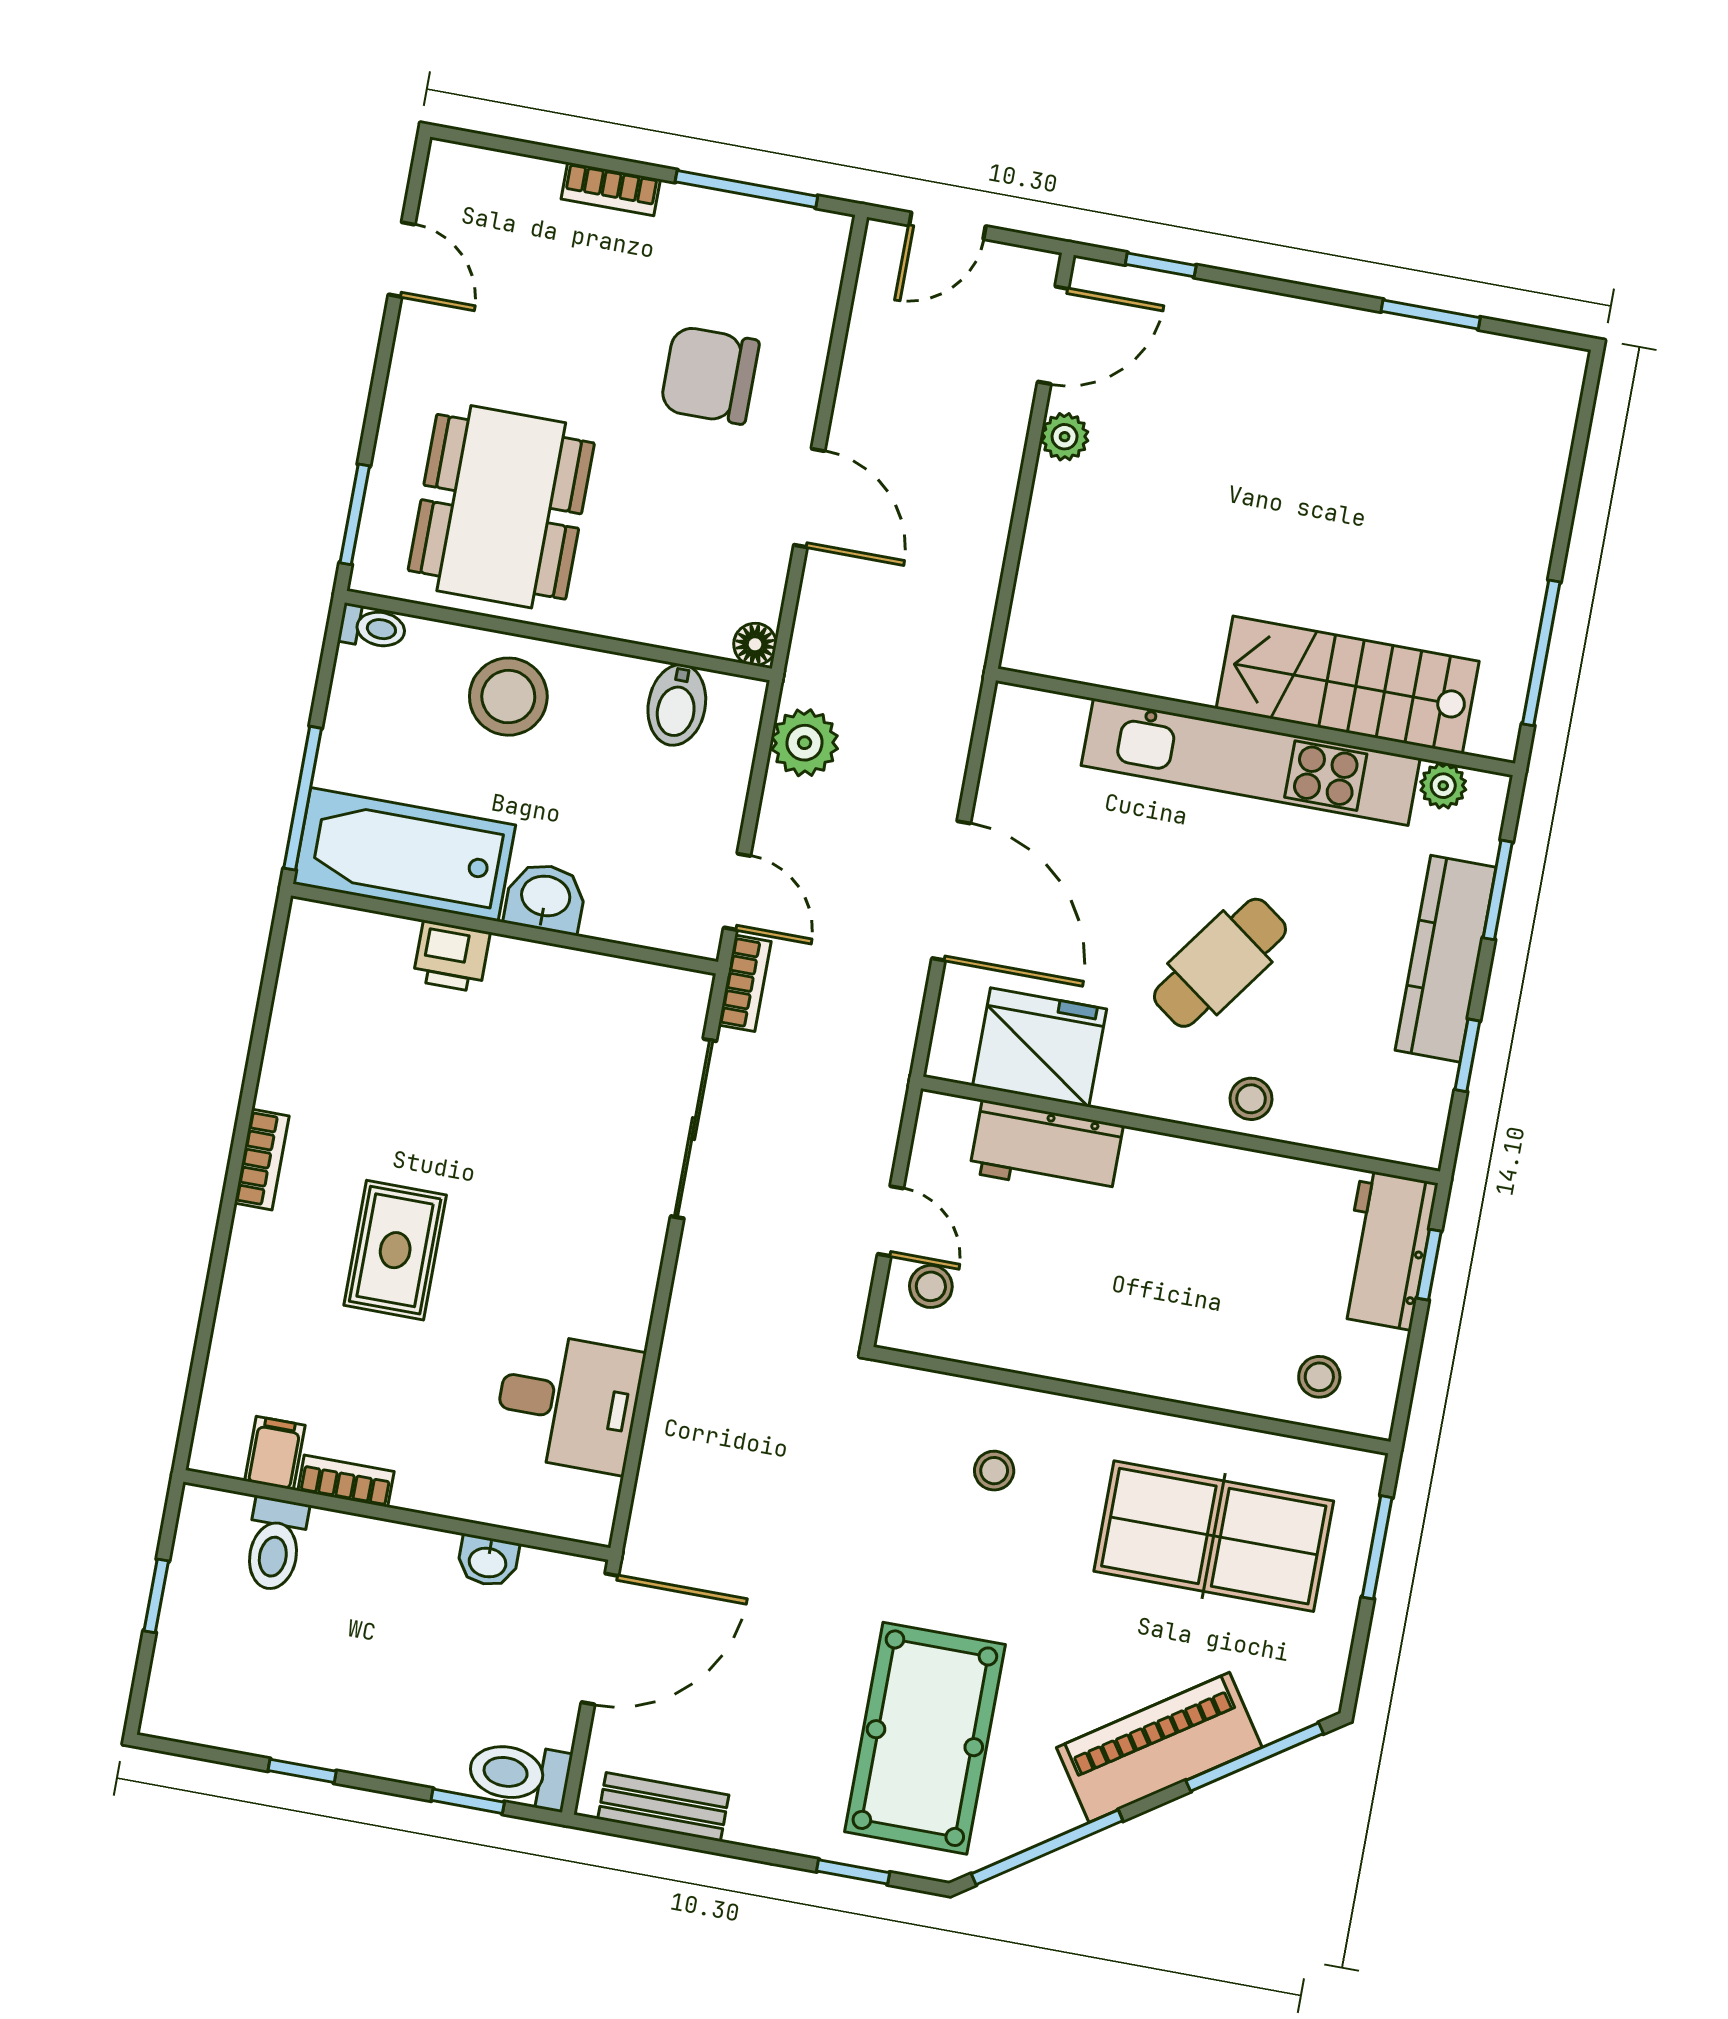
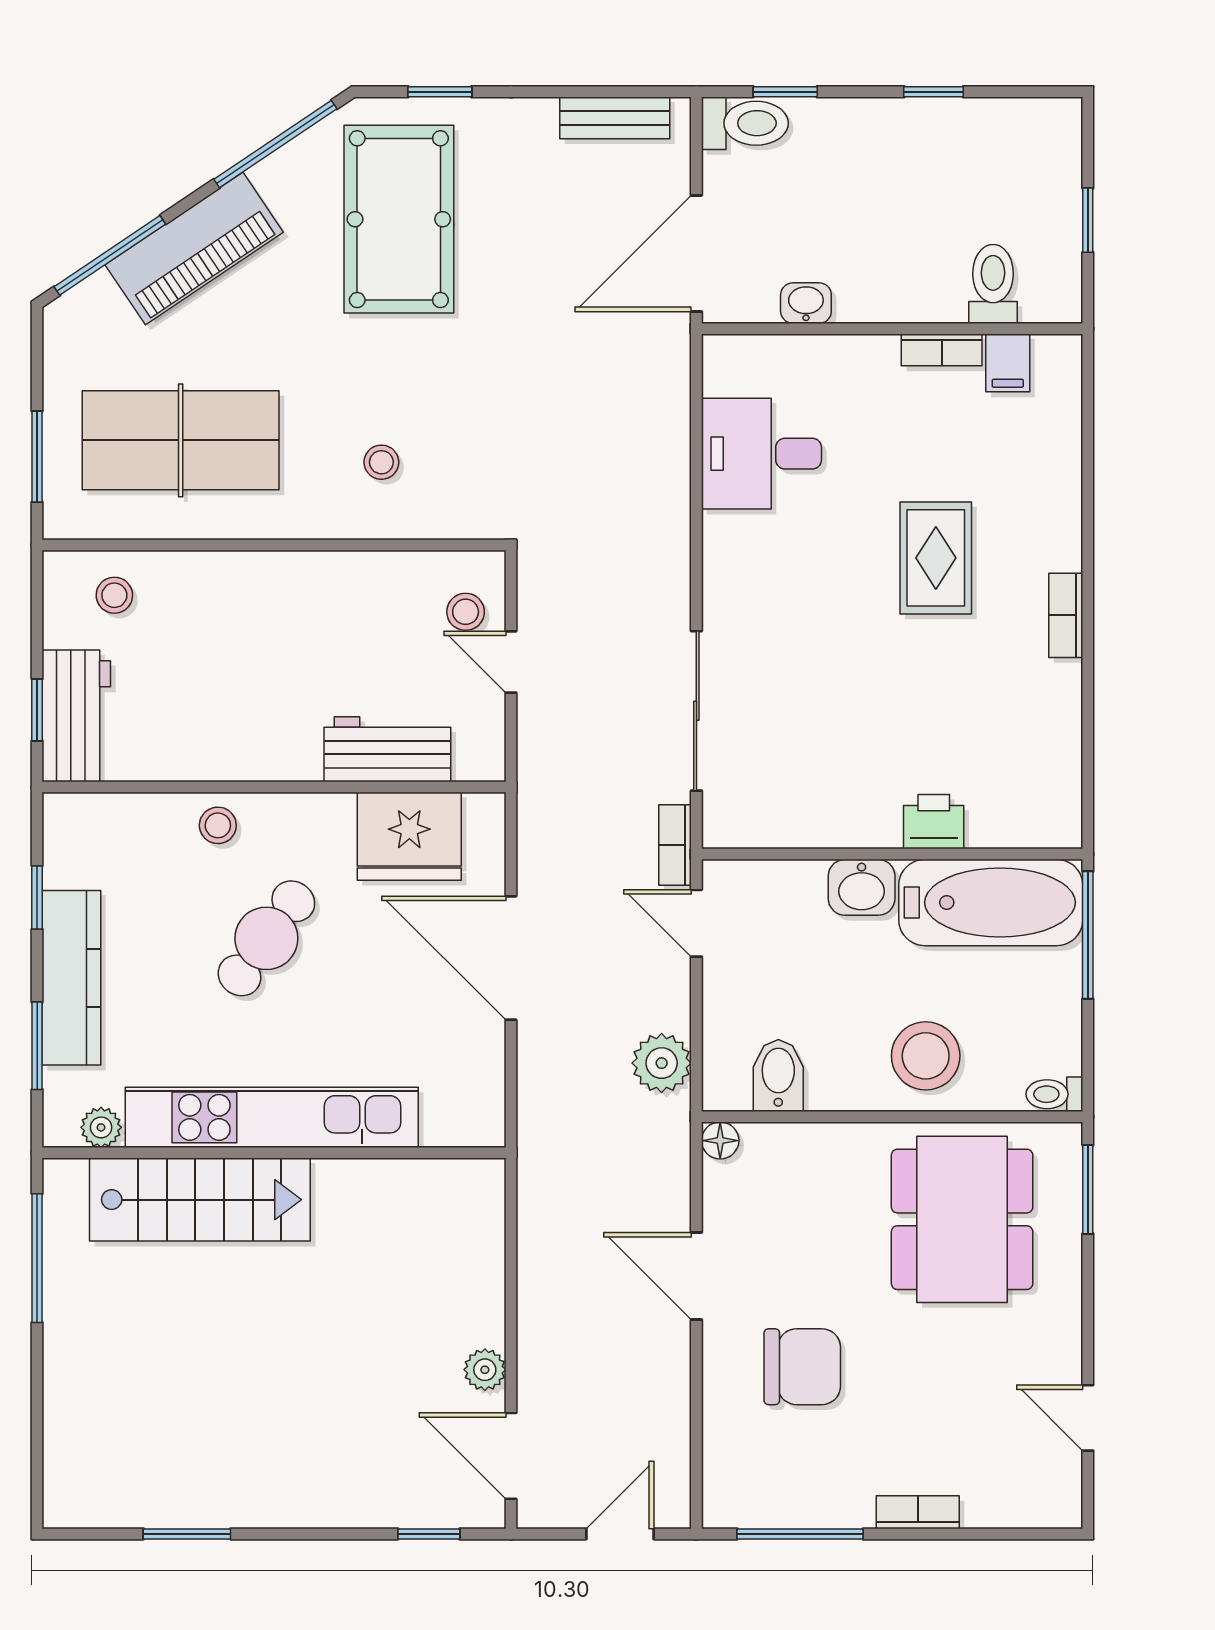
door: (1053, 335) -> (511, 1456), hinge flipped

